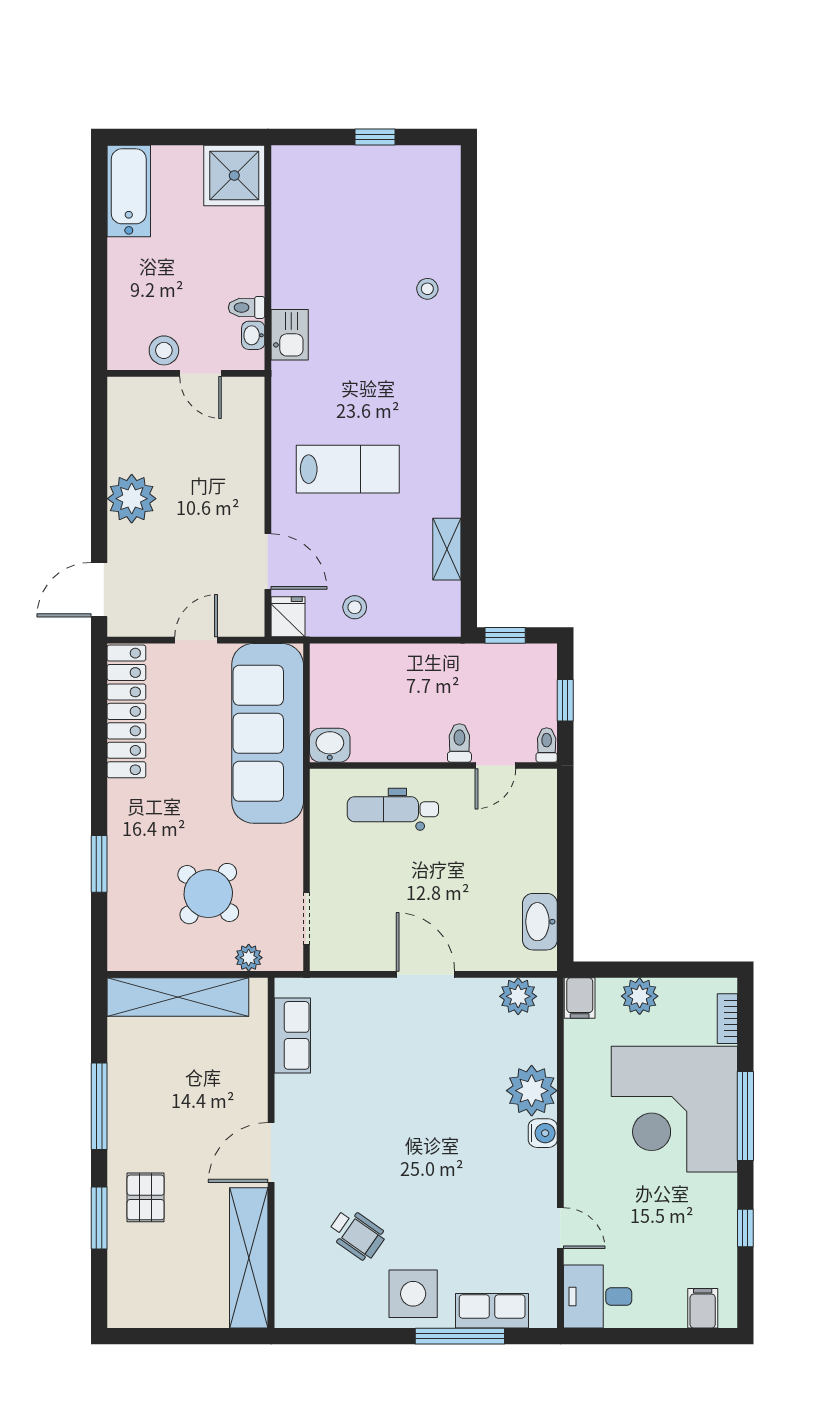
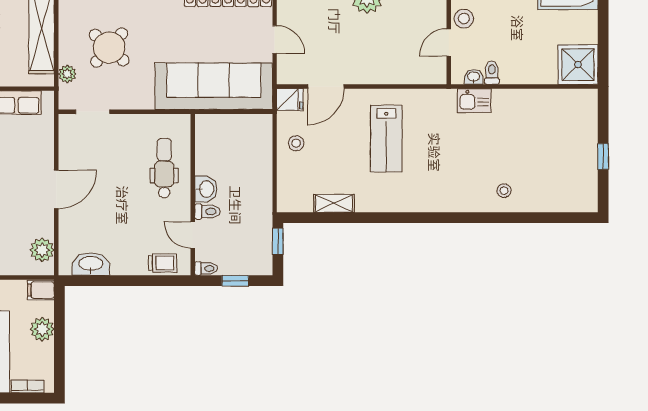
washbasin: (330, 745) -> (206, 189), moved
trolley: (538, 811) -> (163, 263), added

